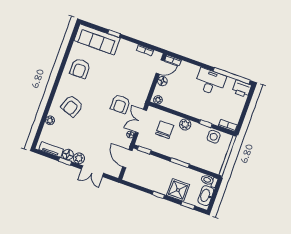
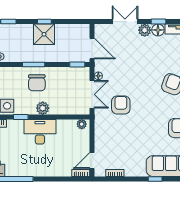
floor lamp: (162, 81) -> (84, 146), removed
desk: (210, 82) -> (40, 132), moved, turned 180
chair: (165, 130) -> (37, 83), moved
shower: (178, 190) -> (44, 34), moved

